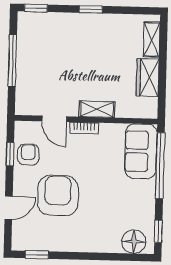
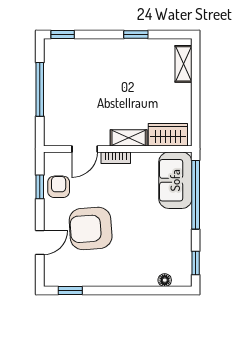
window: (91, 9) -> (136, 34), moved
wardrobe: (148, 77) -> (168, 135), moved, turned 90
door: (54, 119) -> (85, 149), hinge flipped
armchair: (58, 196) -> (91, 228), turned -94
floor lamp: (134, 242) -> (165, 280), width x0.53, depth x0.53

